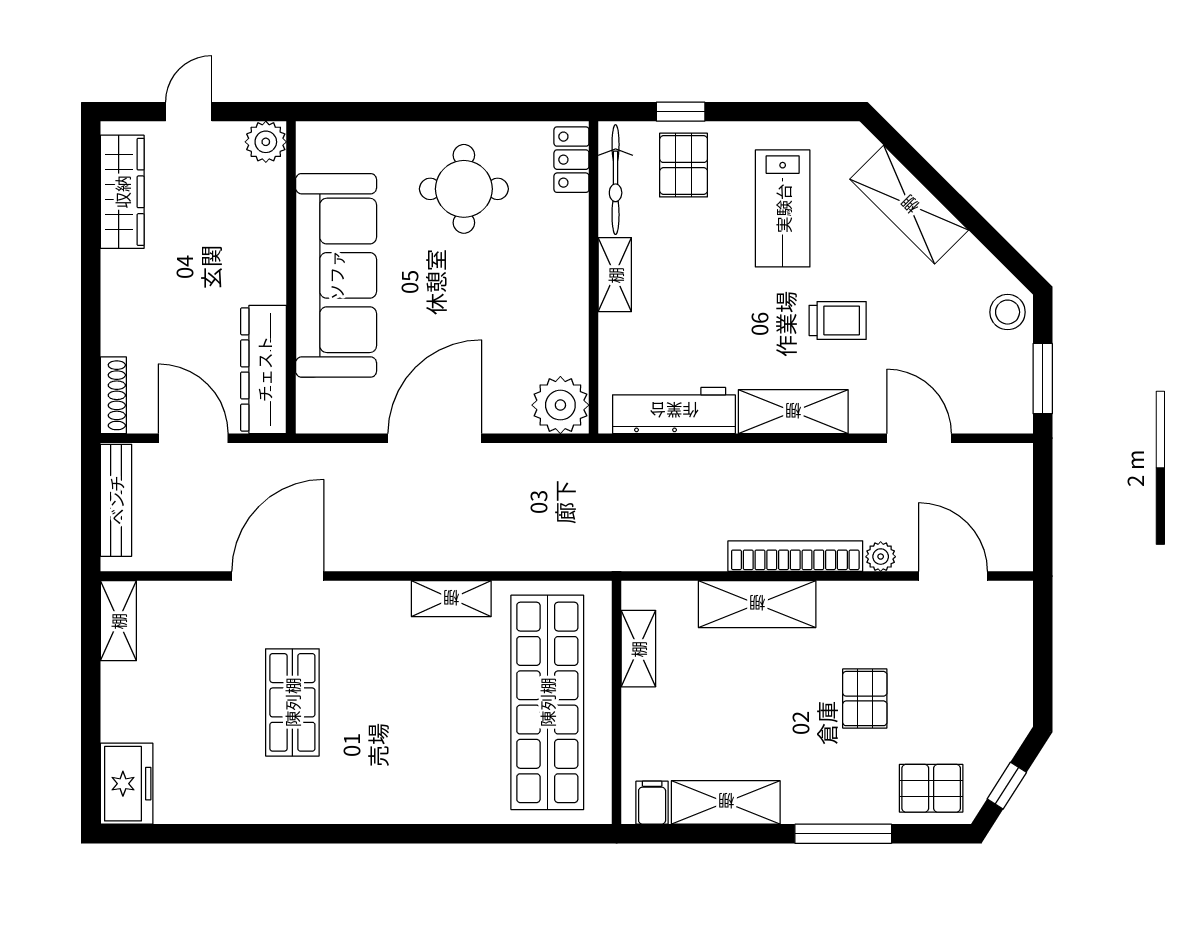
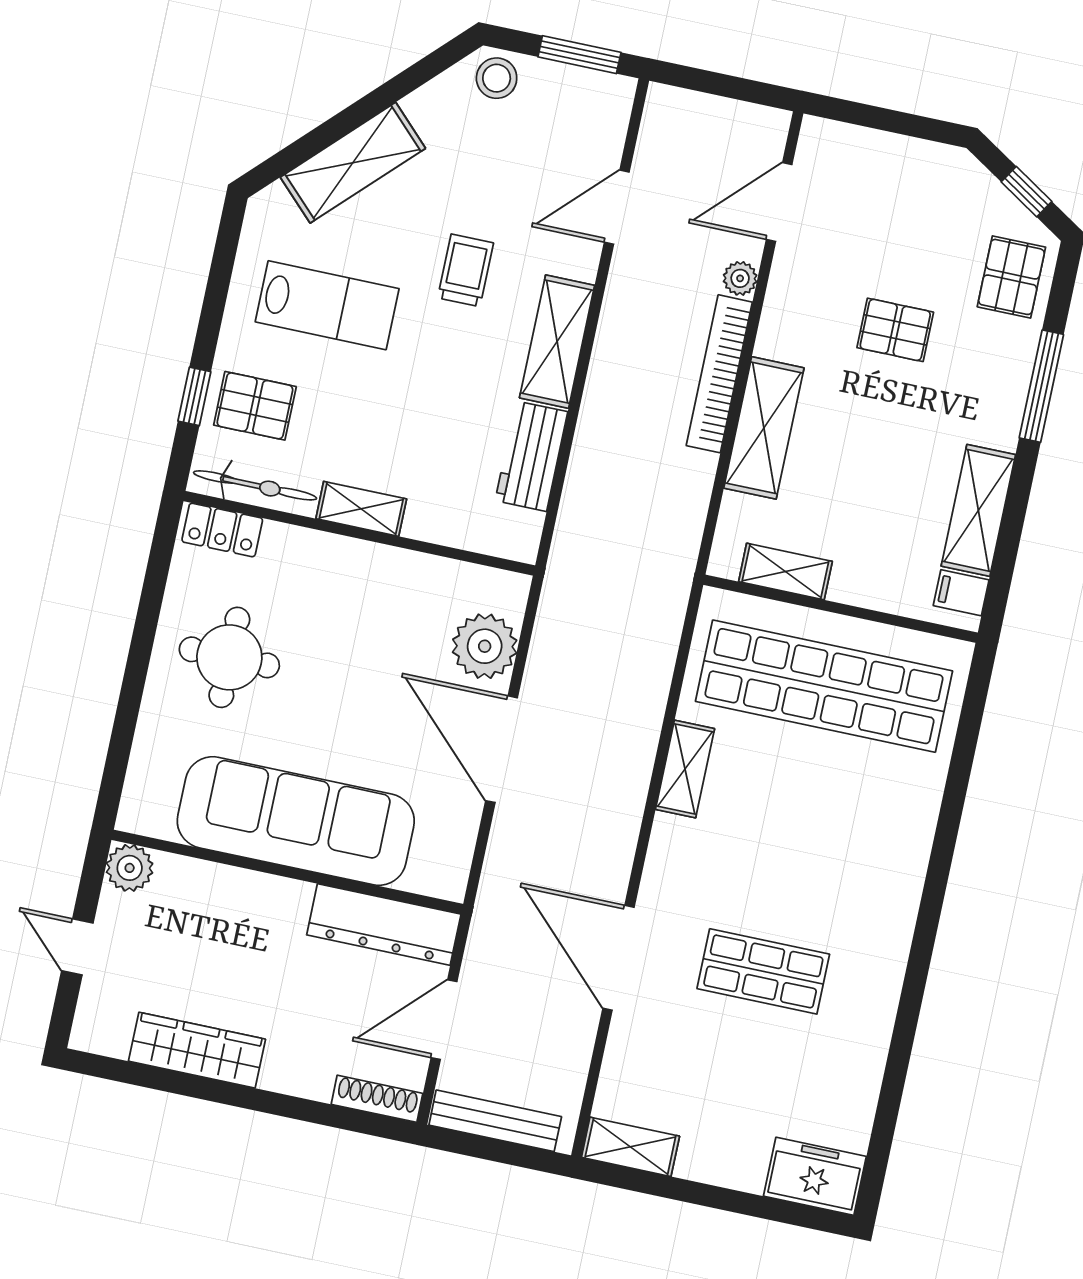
wardrobe: (122, 192) -> (197, 1050), moved
plant: (560, 405) -> (485, 646), moved
workbench: (674, 411) -> (531, 456), width x0.73

